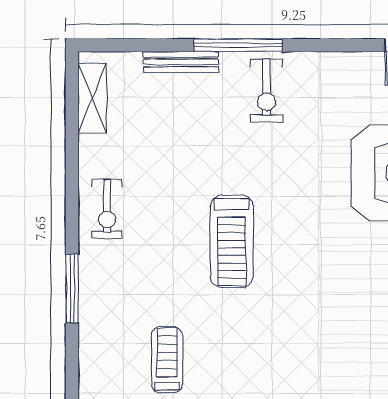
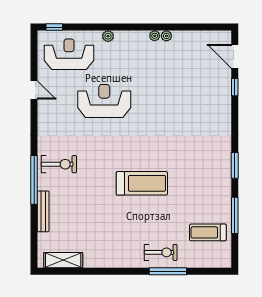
exercise bike: (107, 209) -> (161, 252), moved
treadmill: (167, 360) -> (208, 232), moved

